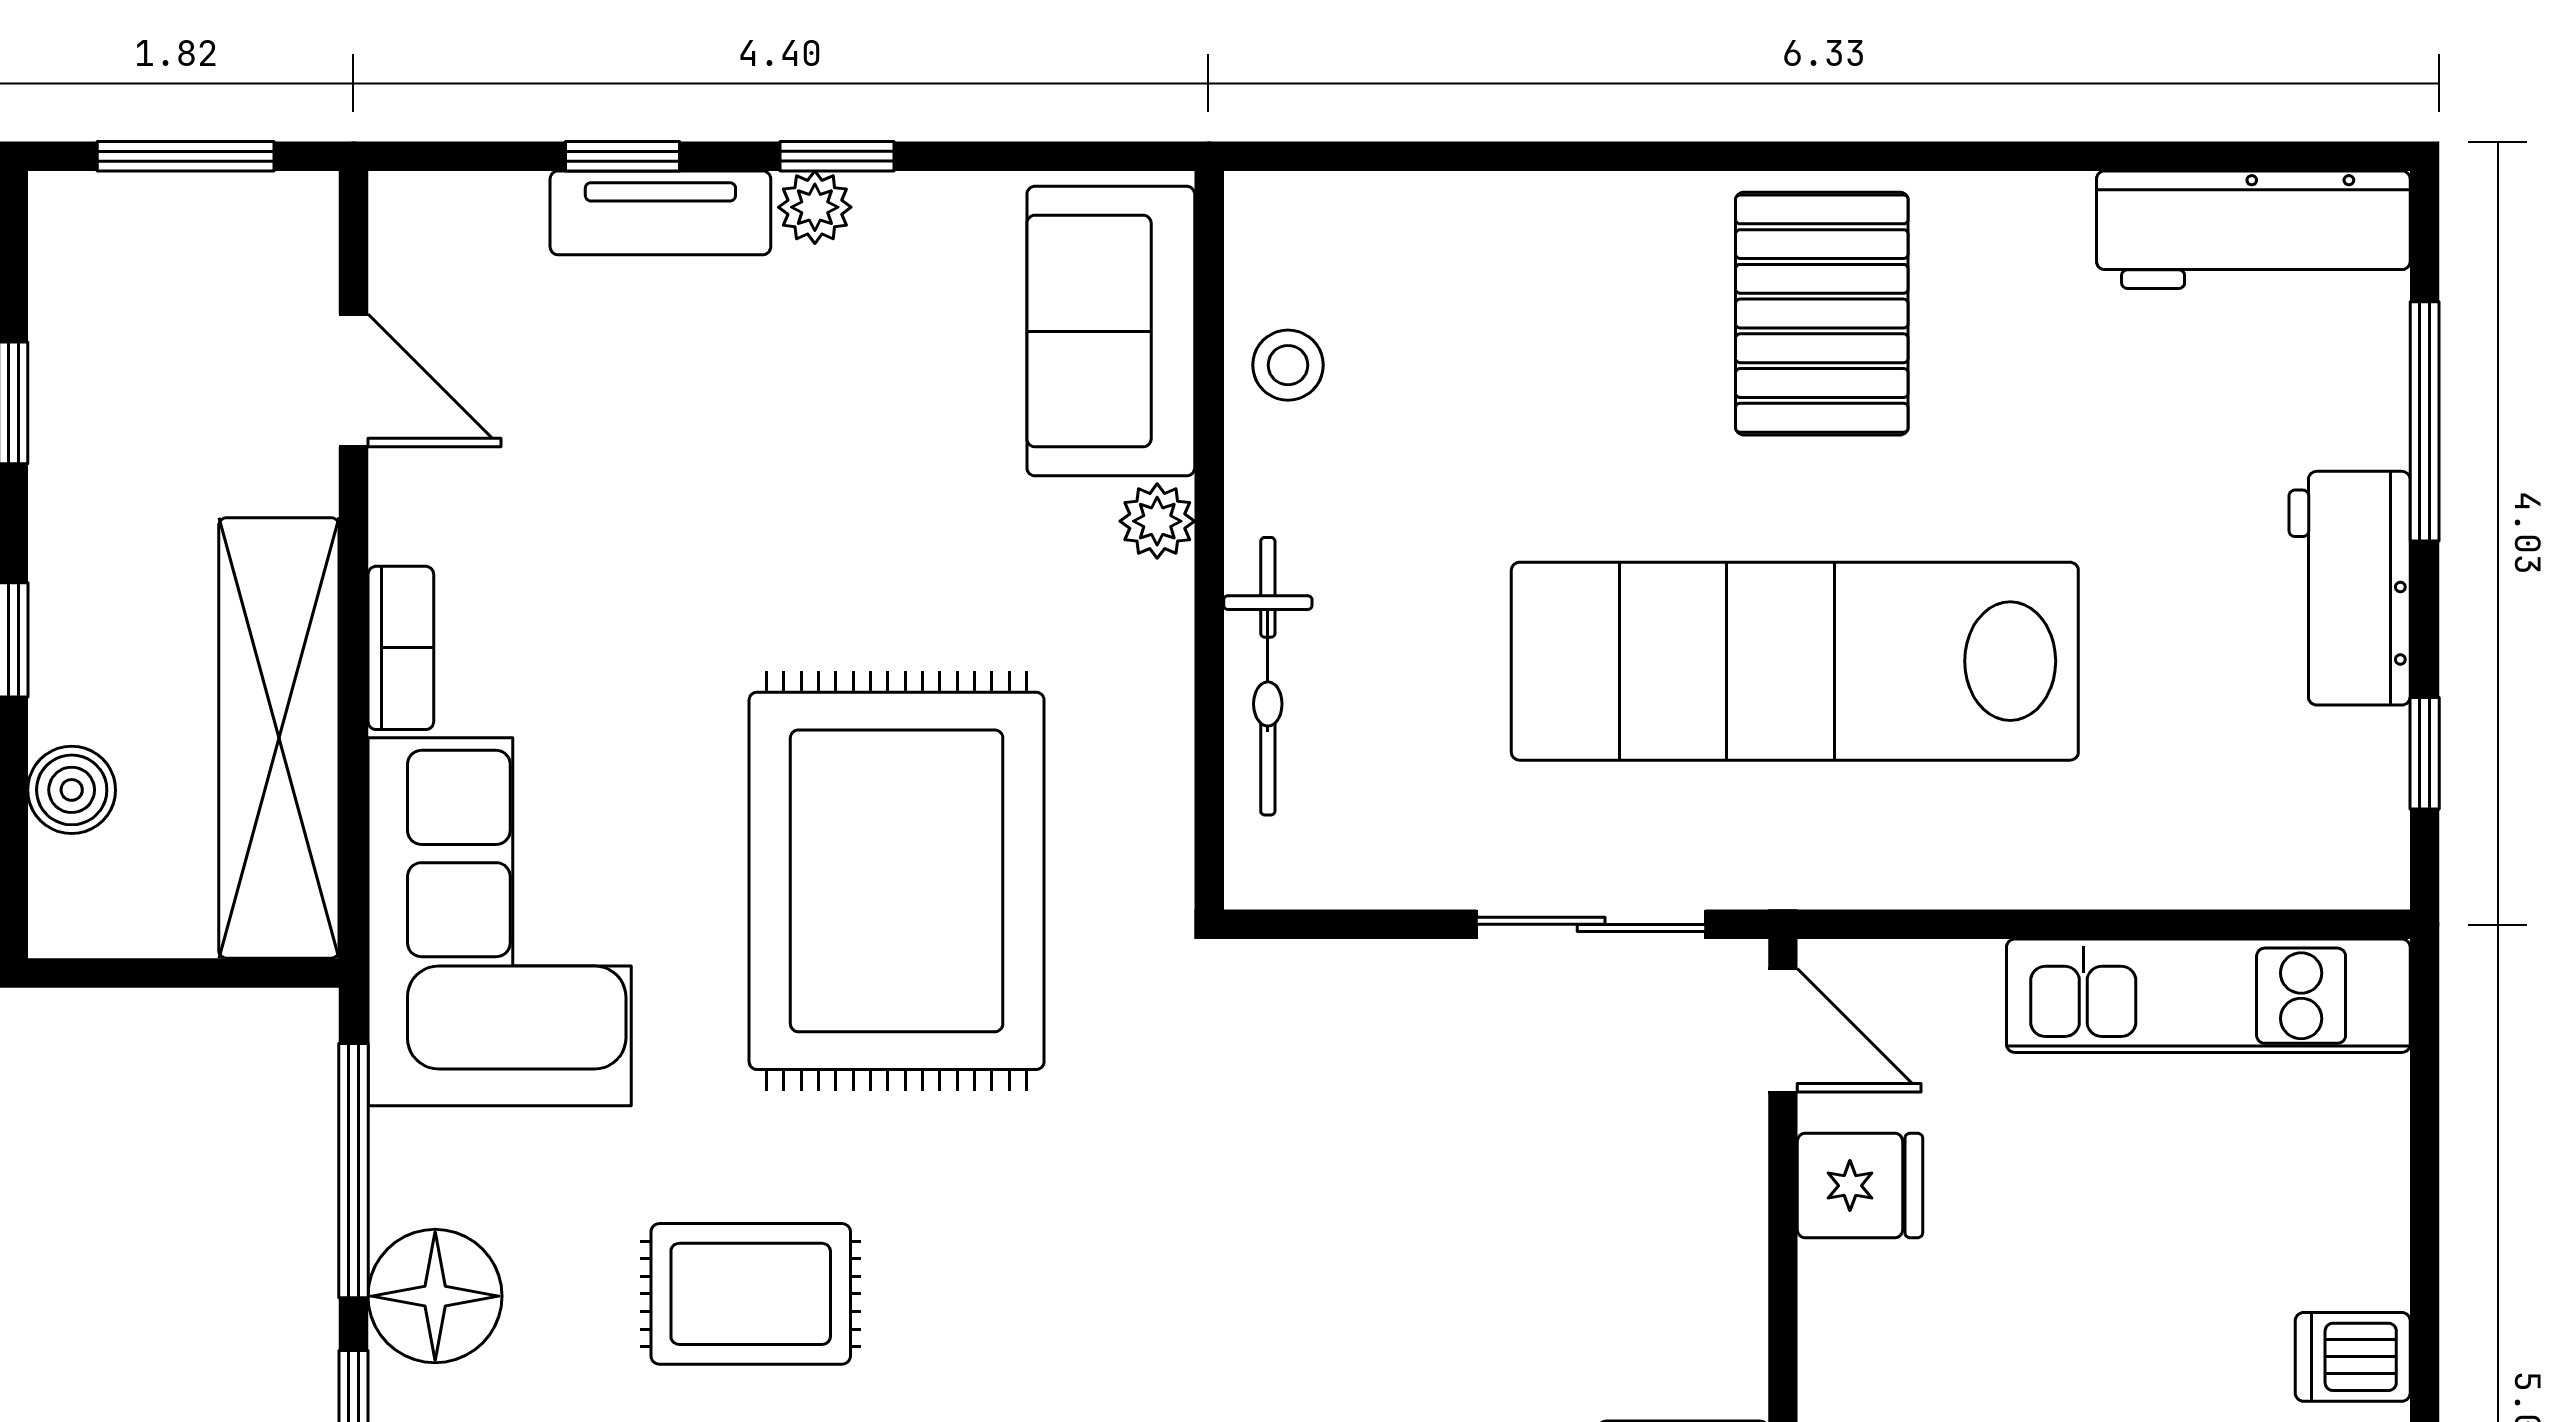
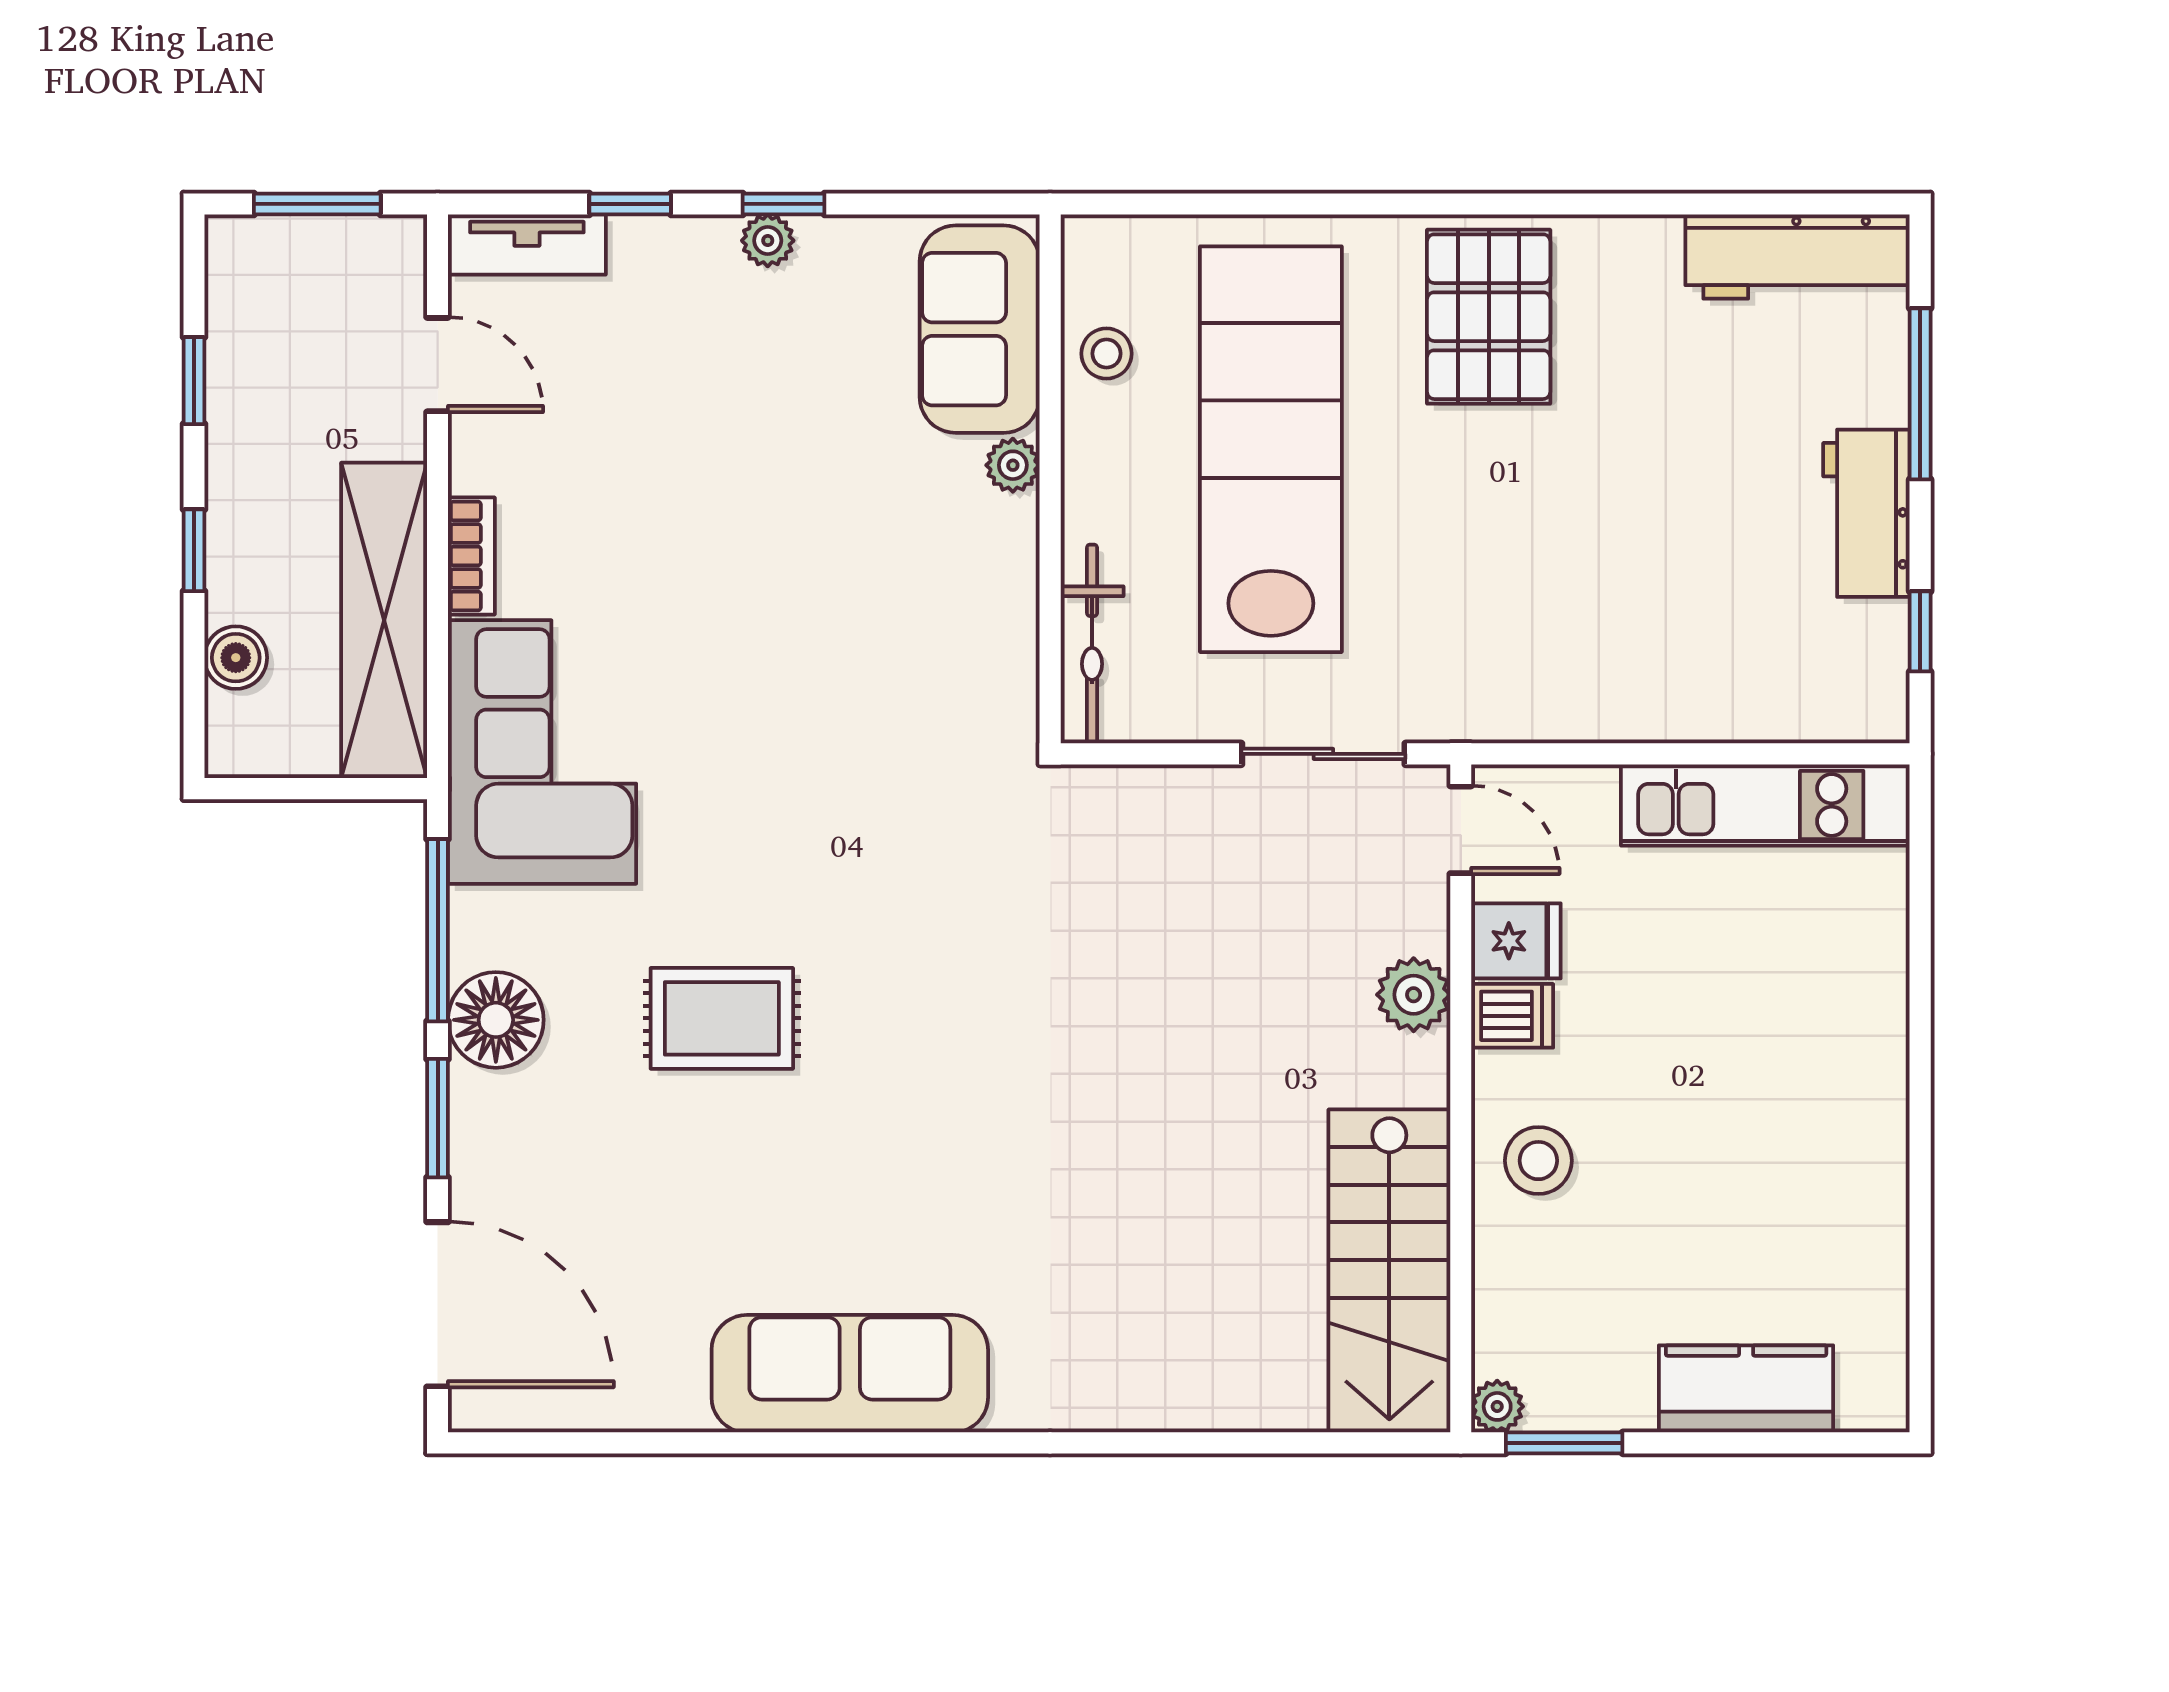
tv unit: (660, 213) -> (527, 245), moved
lab bench: (1795, 661) -> (1271, 449), moved, turned 90
bicycle: (1268, 676) -> (1092, 644), moved
rug: (897, 881) -> (826, 723), removed
plant: (1717, 1261) -> (1414, 995), added
dishwasher: (2353, 1357) -> (1512, 1016), moved, turned 180

